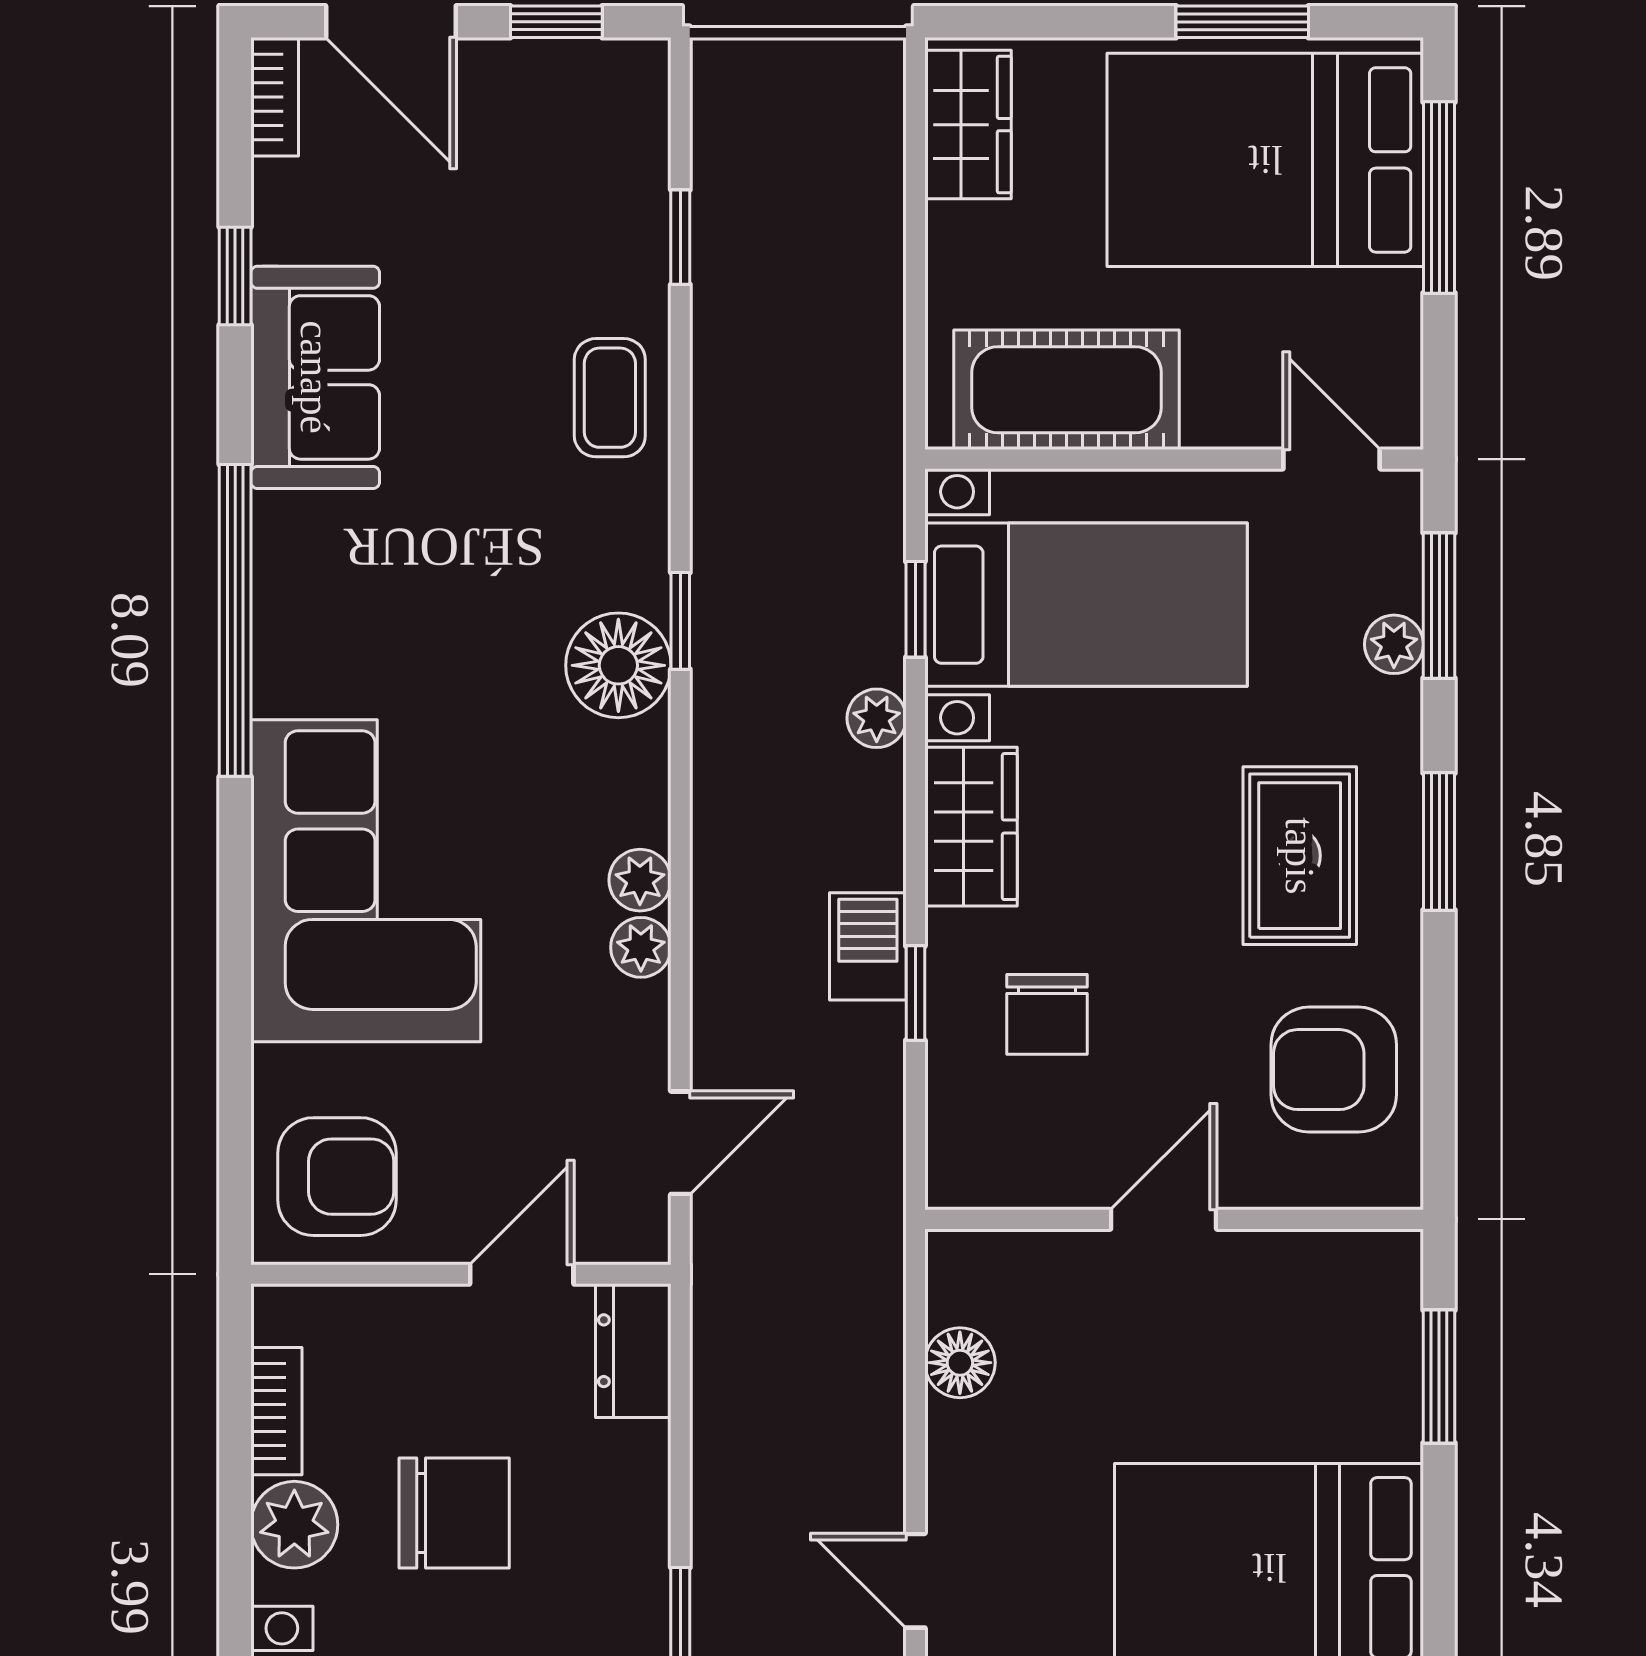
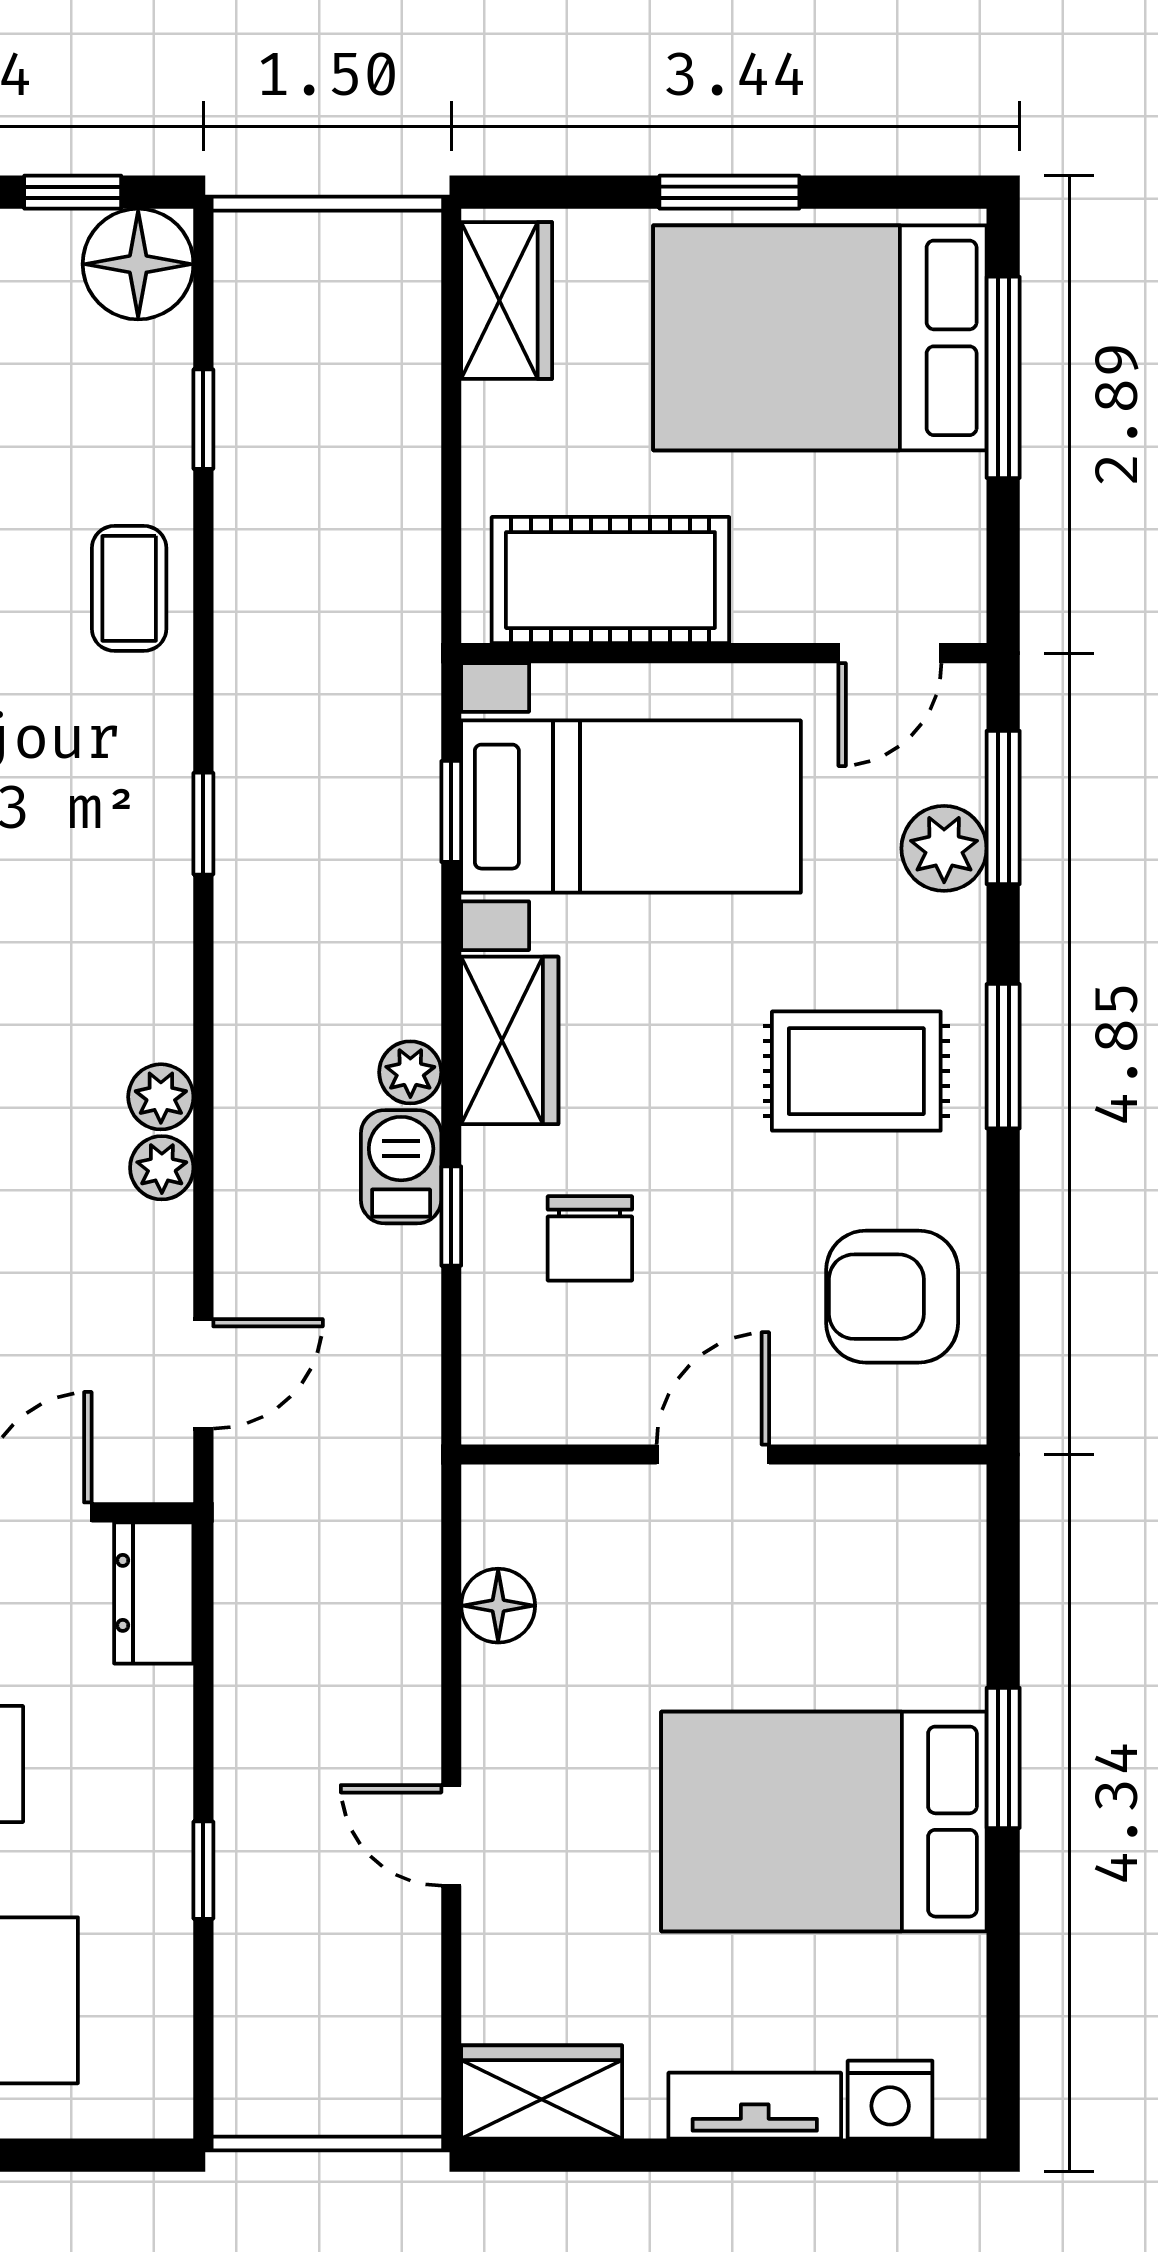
window: (1242, 22) -> (729, 192), moved
door: (1332, 459) -> (890, 653), swing flipped
plant: (1394, 644) -> (944, 848), width x1.38, depth x1.38
floor lamp: (618, 665) -> (138, 264), moved
plant: (877, 718) -> (410, 1072), moved
rug: (1300, 856) -> (856, 1071), turned 90
window: (1439, 1376) -> (1003, 1758), moved

